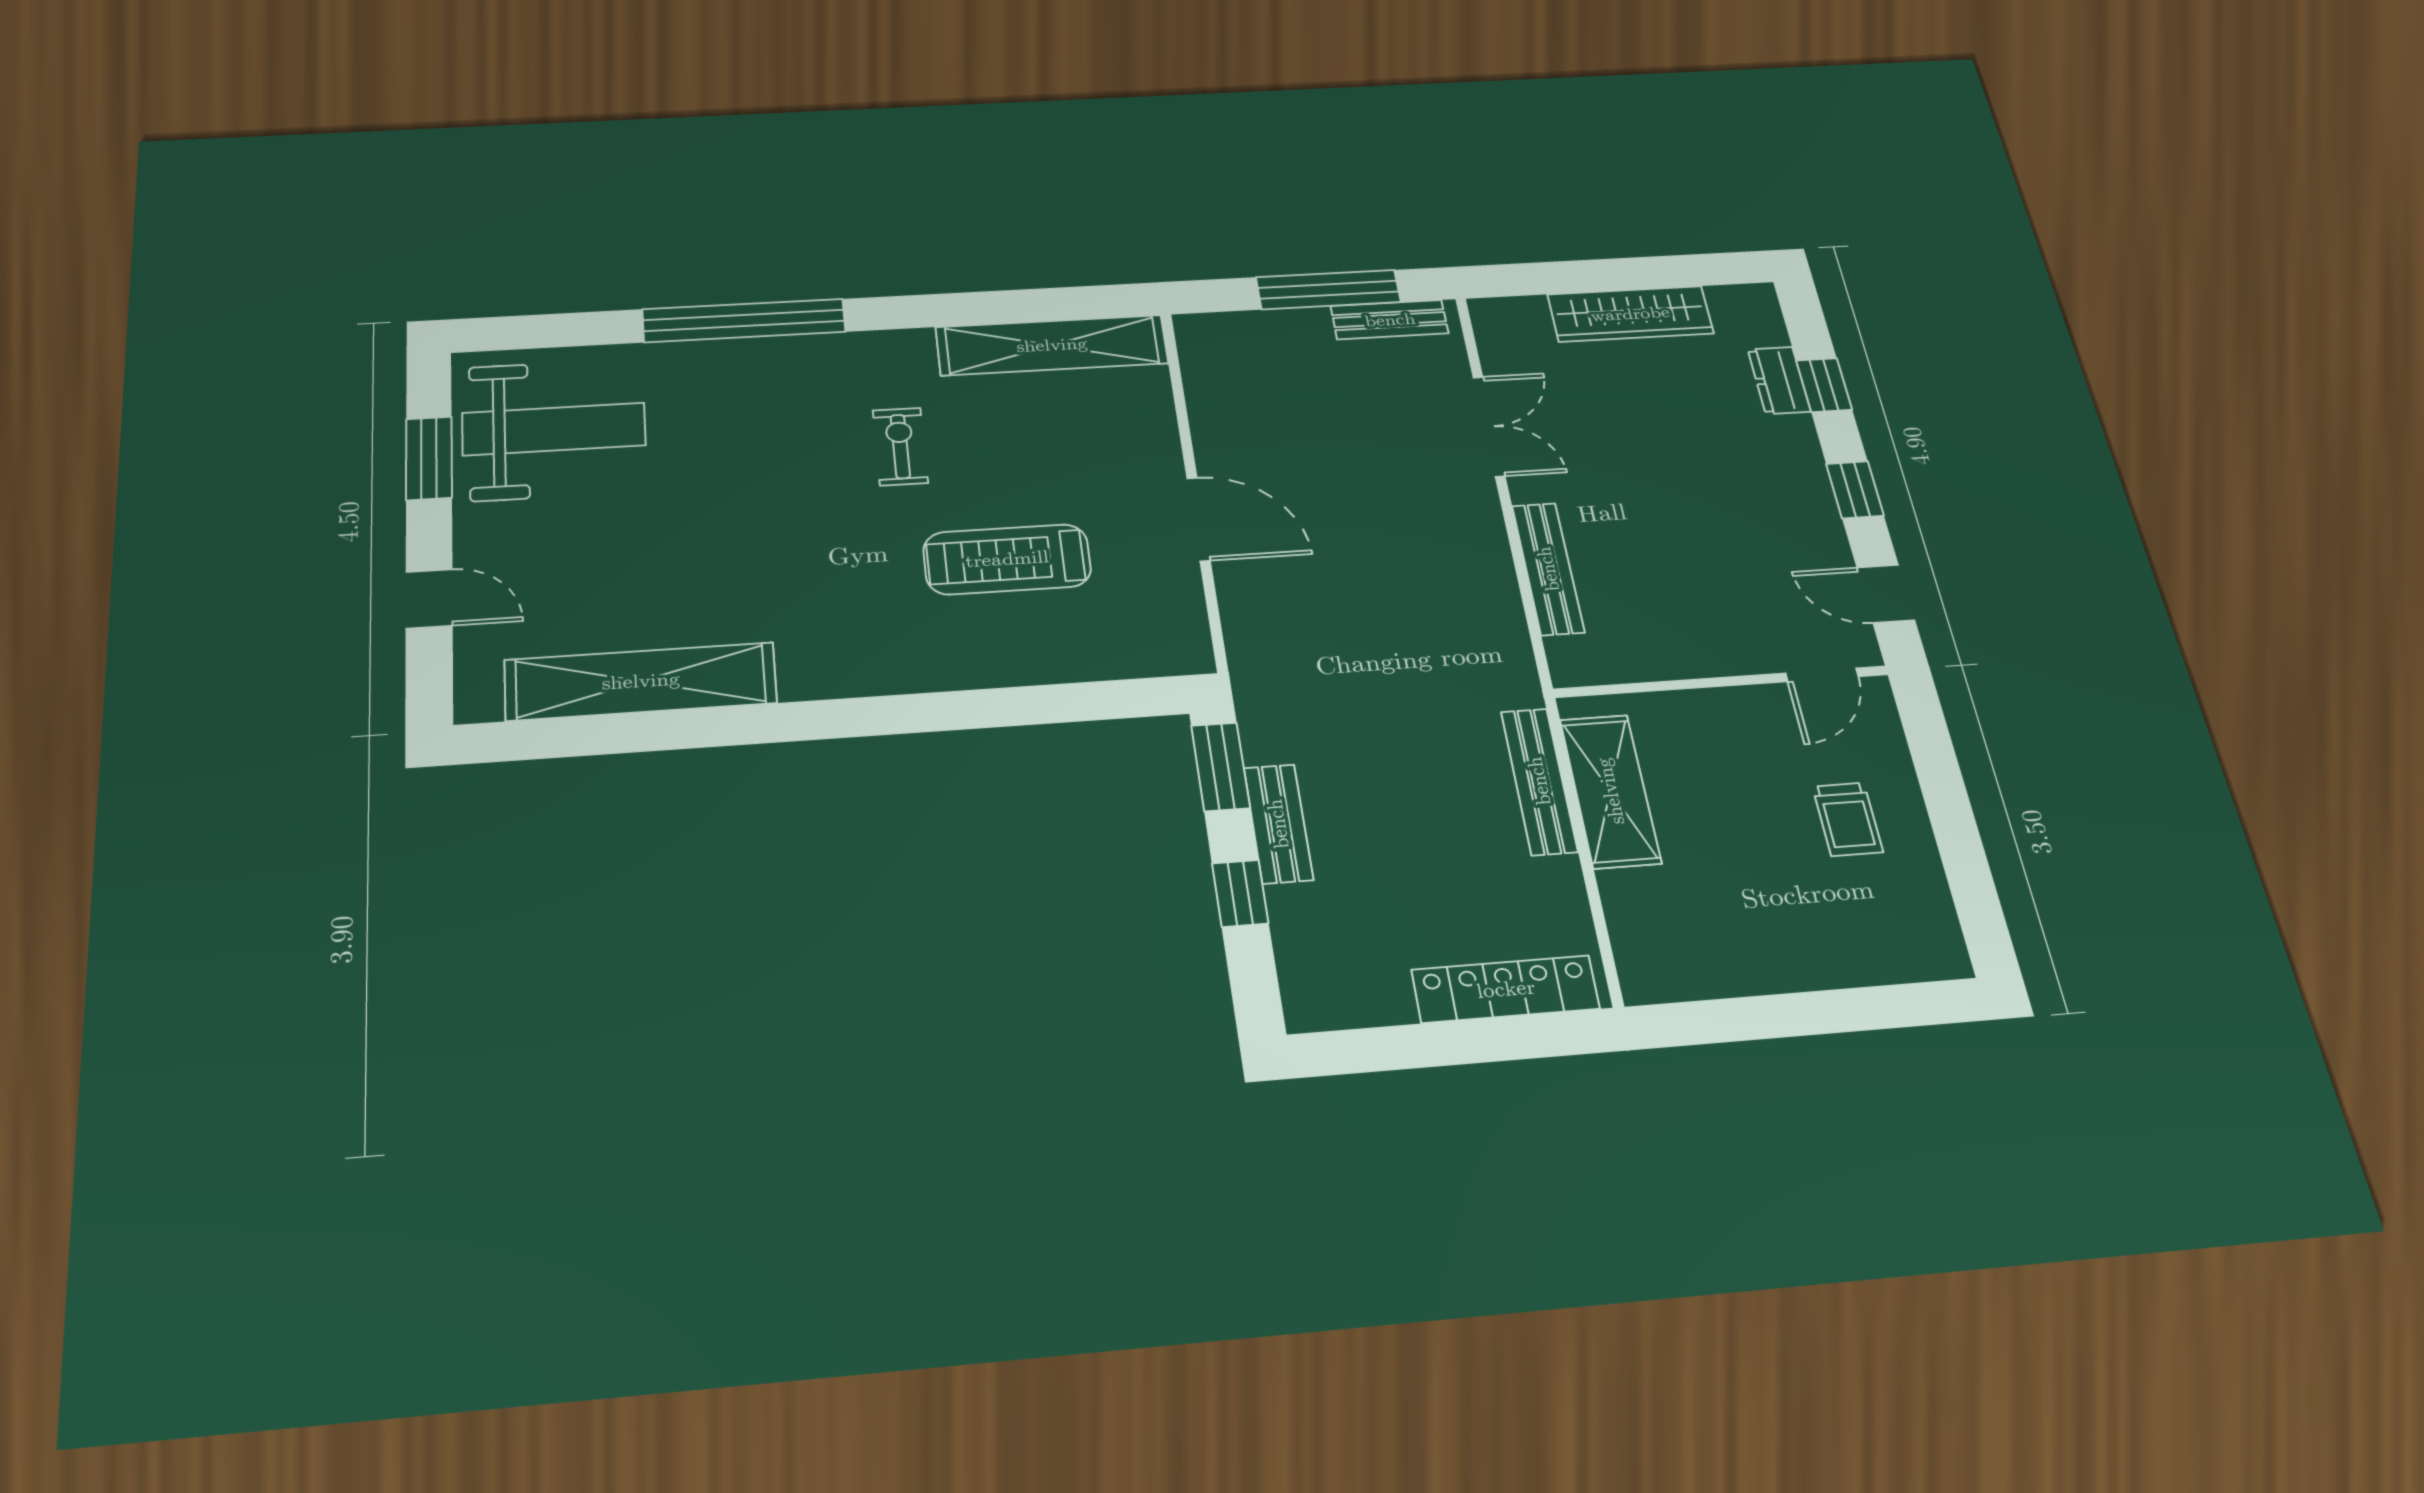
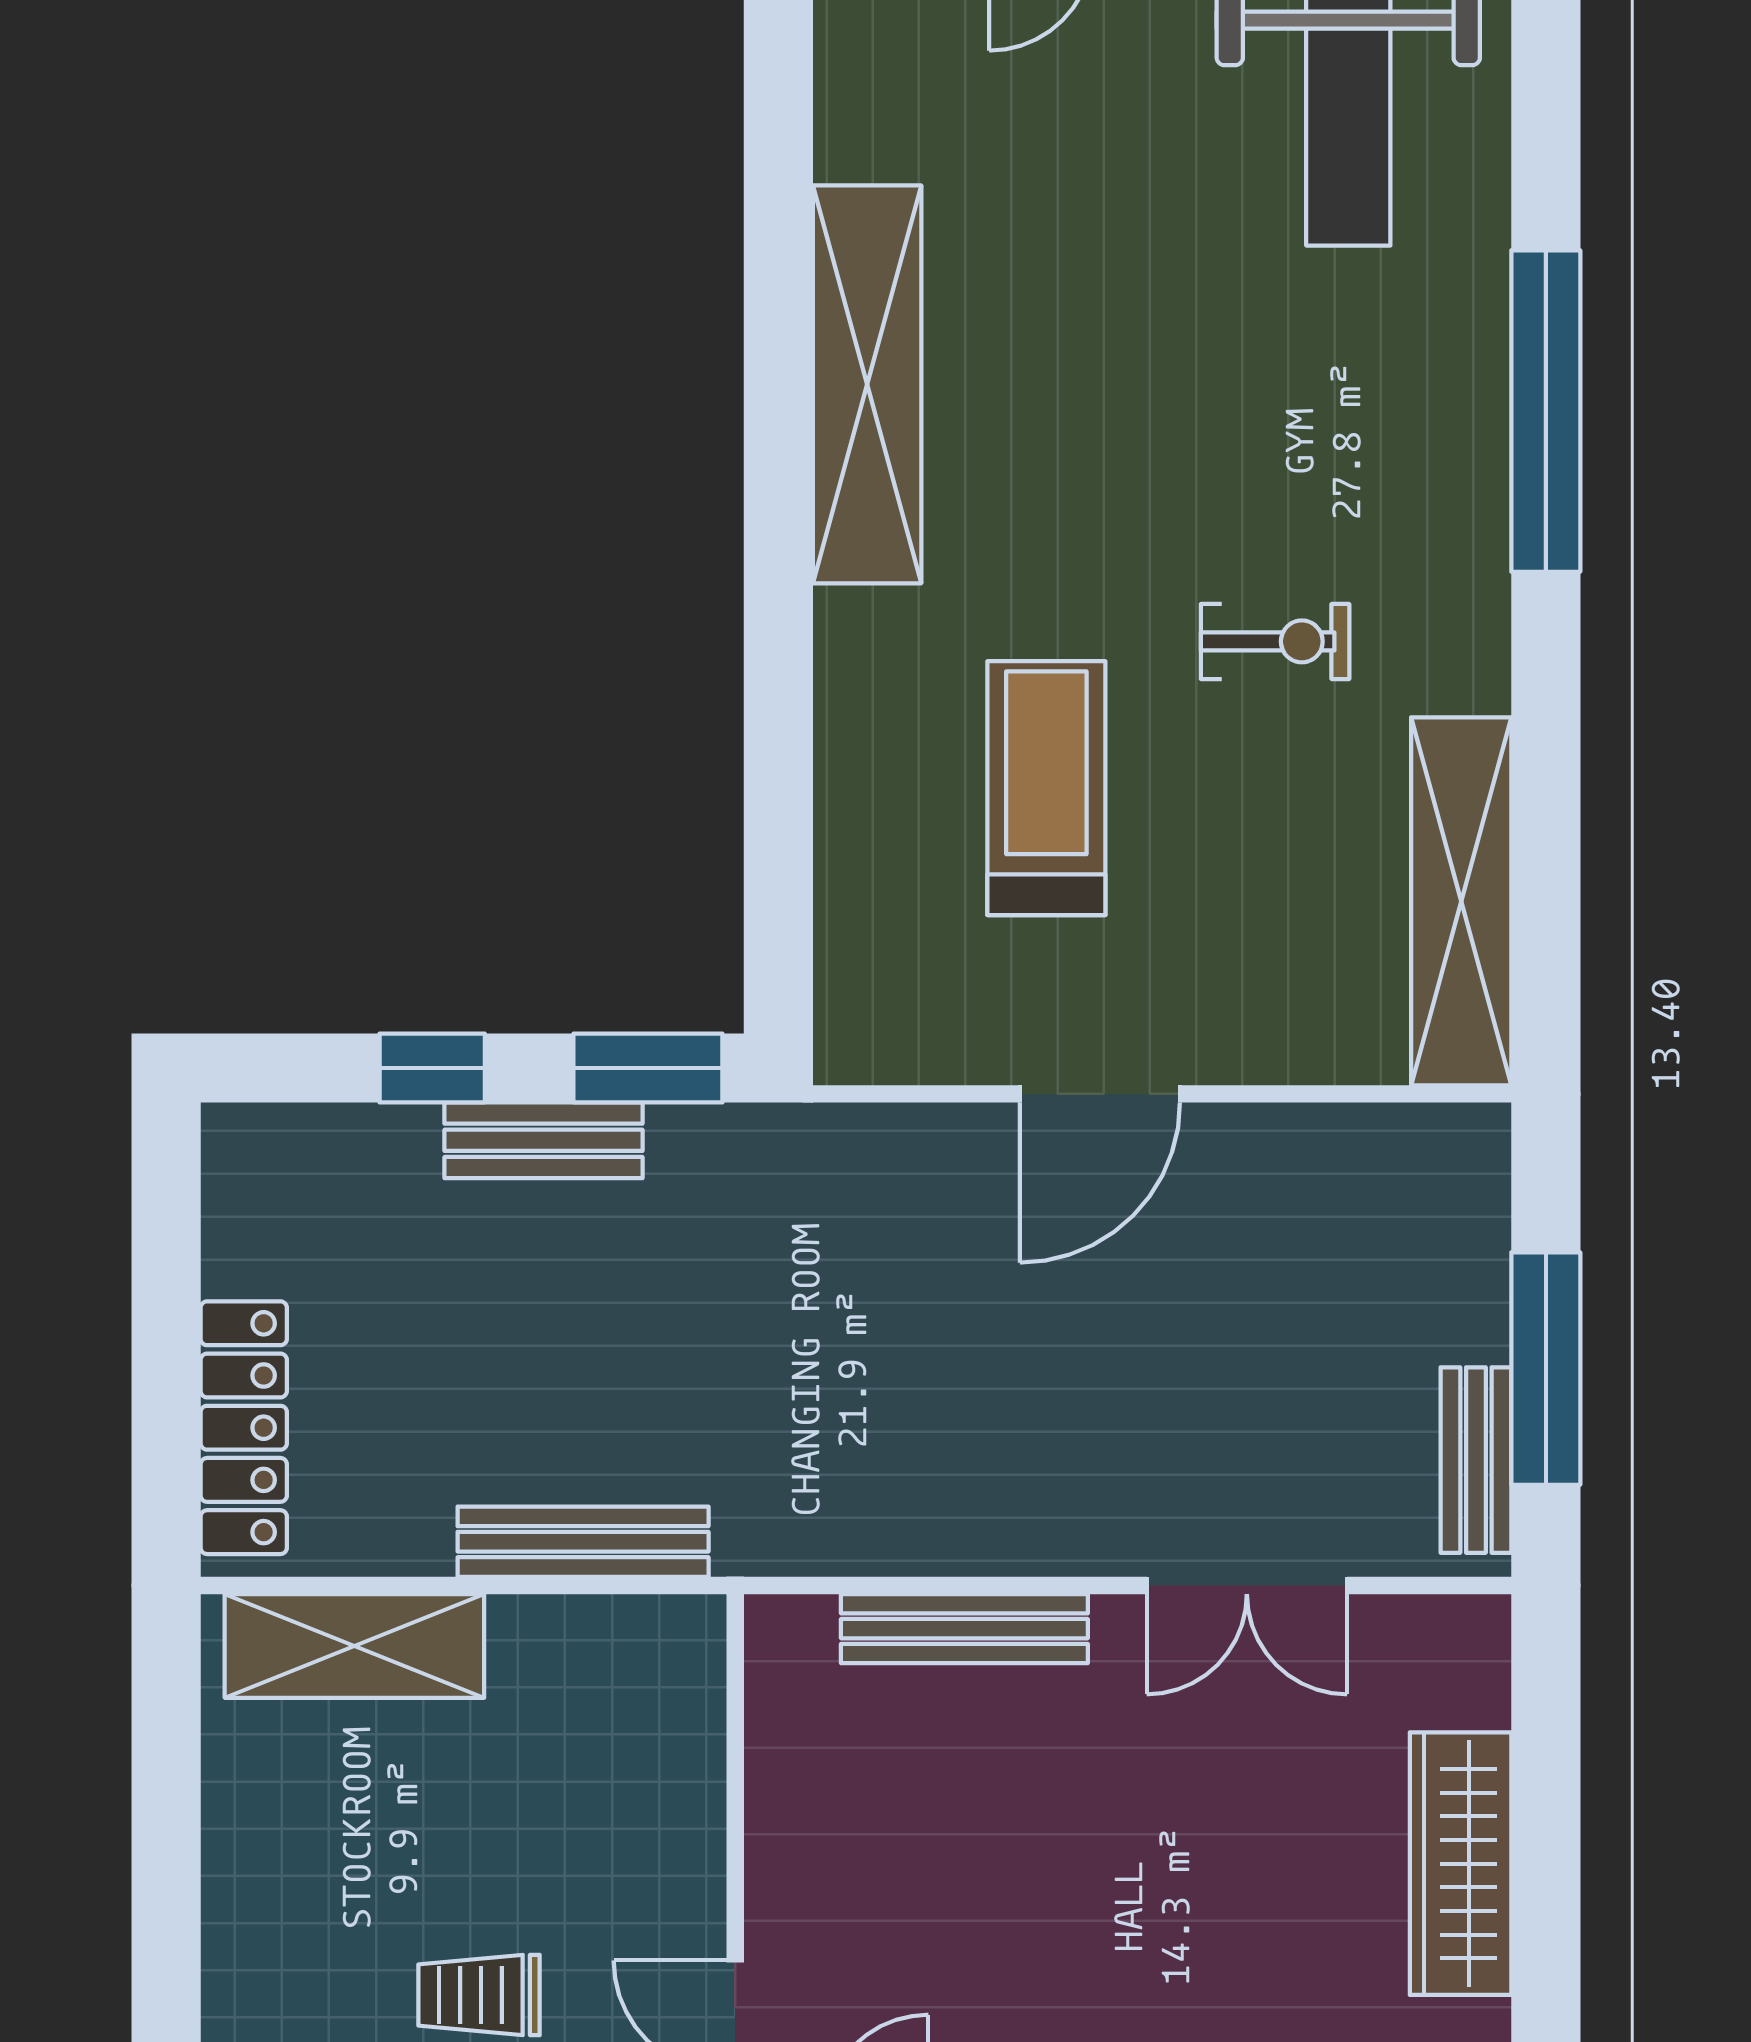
shelving: (641, 681) -> (867, 384), moved
shelving: (1610, 791) -> (354, 1646), moved

